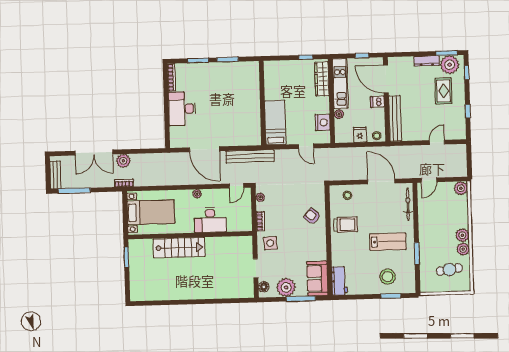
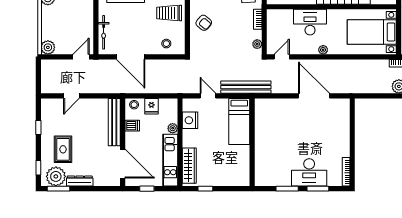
dishwasher: (377, 102) -> (132, 126), moved
desk: (182, 109) -> (309, 172), moved, turned 90
bench: (250, 156) -> (246, 87), moved

